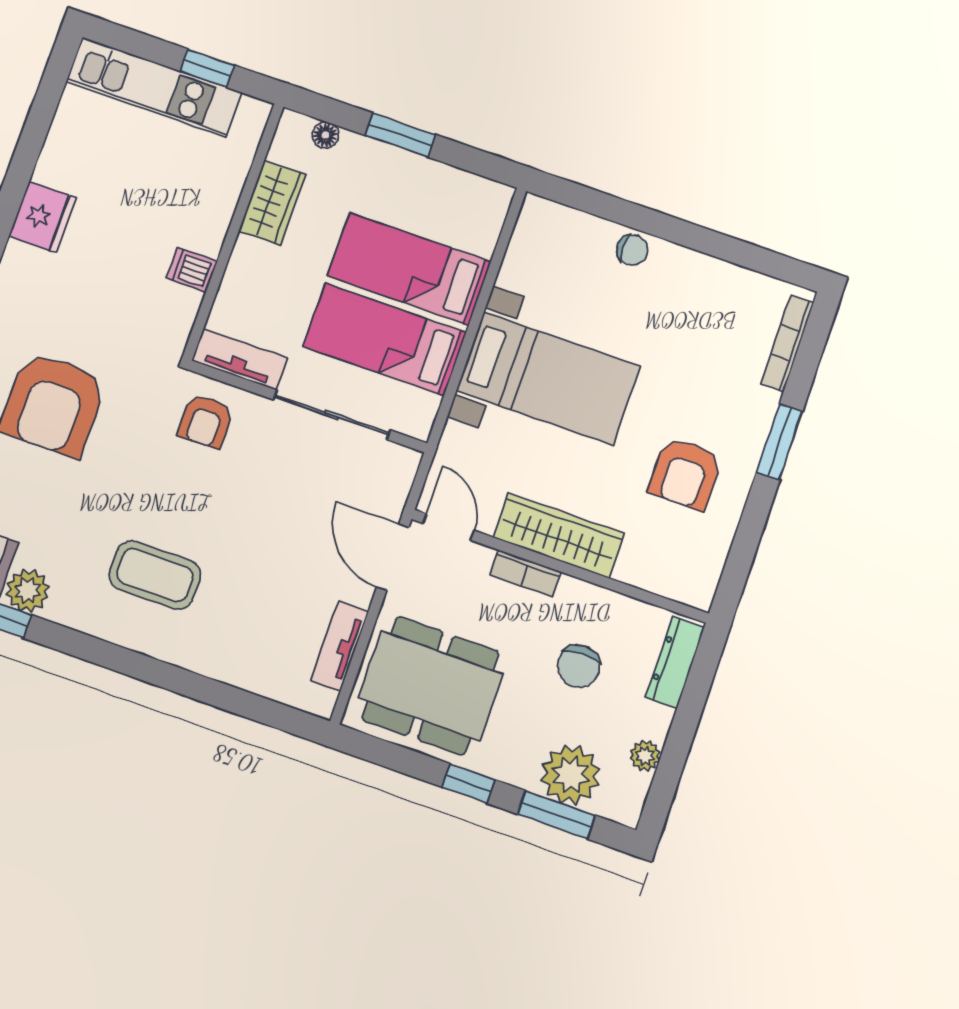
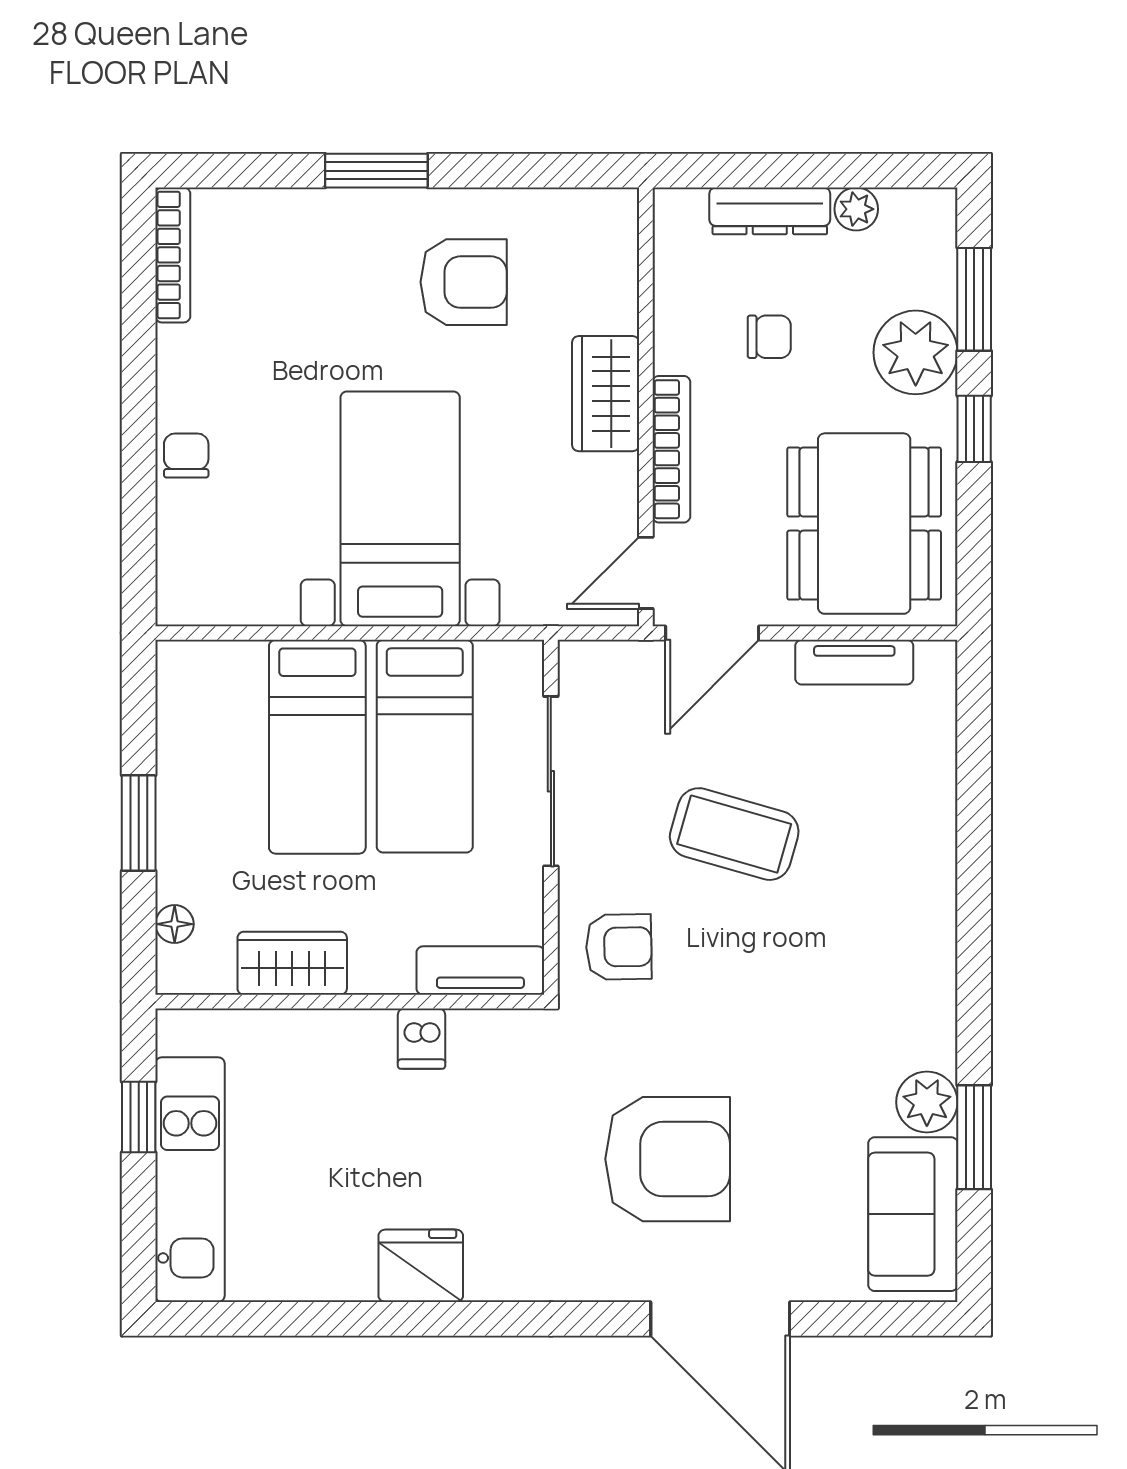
bookcase: (787, 343) -> (173, 255), moved, turned -90
tv unit: (240, 359) -> (480, 971), moved, turned 90
wardrobe: (559, 536) -> (606, 394), width x0.67
bookcase: (526, 573) -> (671, 449), width x1.56
coffee table: (155, 575) -> (734, 834), moved, turned -74
dresser: (675, 662) -> (770, 211), moved
chair: (579, 666) -> (769, 337), width x0.73, depth x0.73
plant: (570, 775) -> (916, 352), moved

